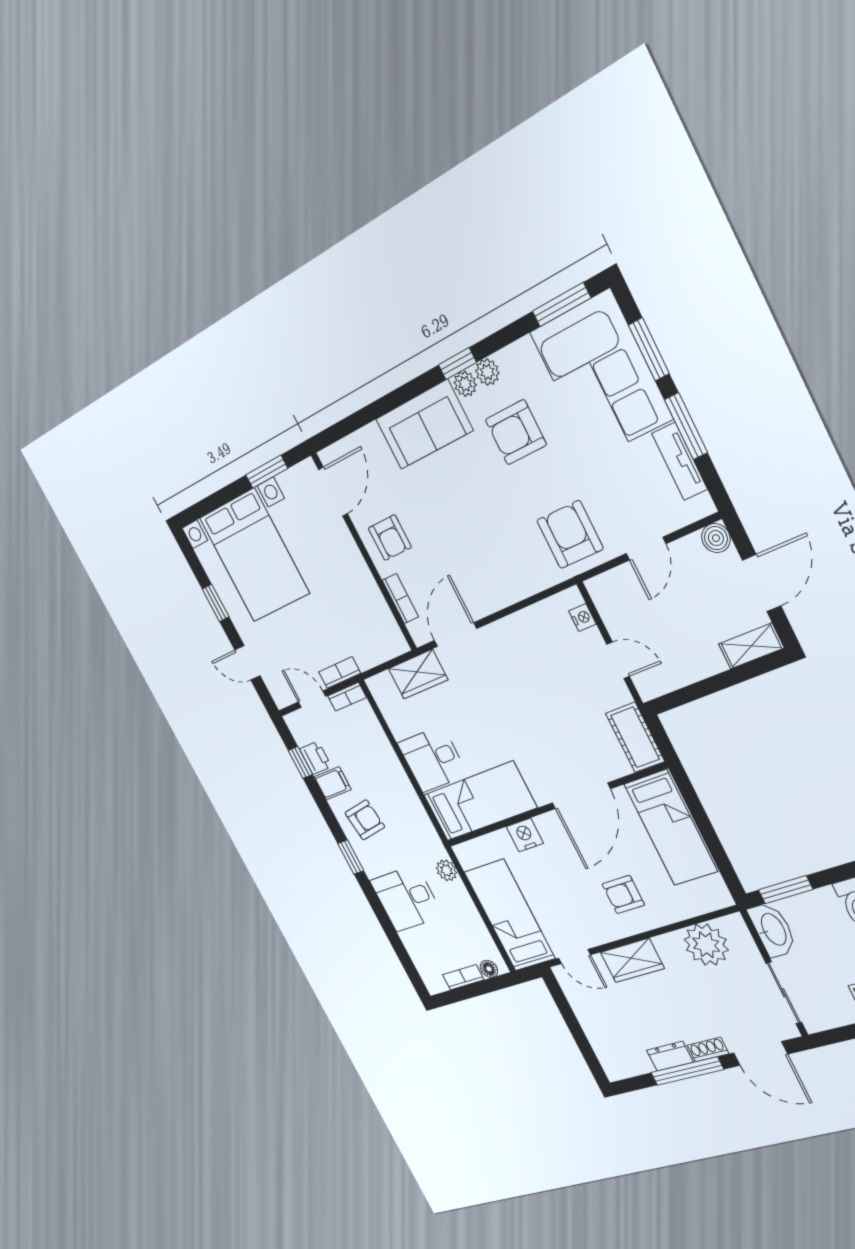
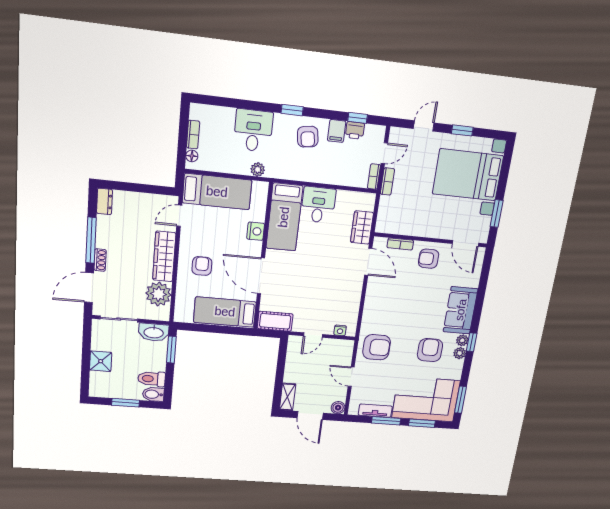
wardrobe: (632, 960) -> (164, 256), width x1.50
dresser: (670, 1056) -> (104, 201), moved

